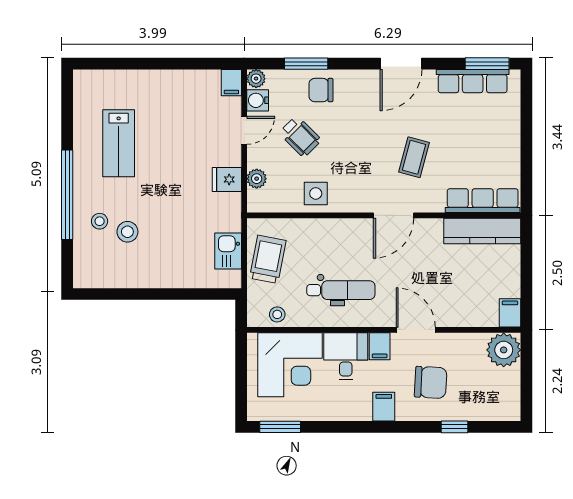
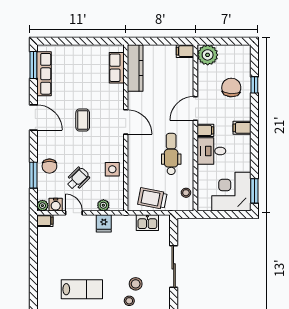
coffee table: (414, 157) -> (83, 120), moved, turned 75
row of seats: (483, 201) -> (117, 68), width x0.68
sliding door: (156, 294) -> (174, 266), added
corner desk: (290, 365) -> (231, 192), moved, turned -90
chair: (431, 382) -> (231, 88), moved

